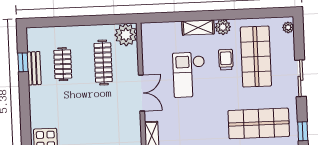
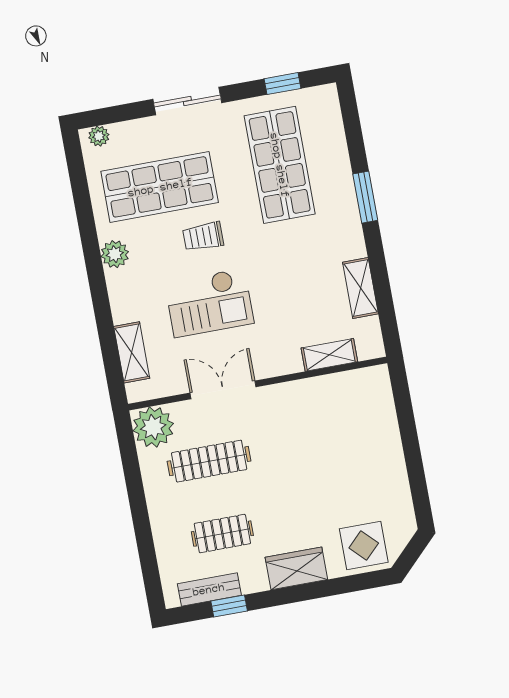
shelving: (198, 28) -> (132, 352), moved
trolley: (226, 60) -> (203, 237), moved
bench: (34, 68) -> (209, 589), moved
double door: (142, 93) -> (223, 390), moved
wardrobe: (38, 102) -> (296, 568), added

